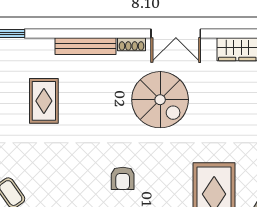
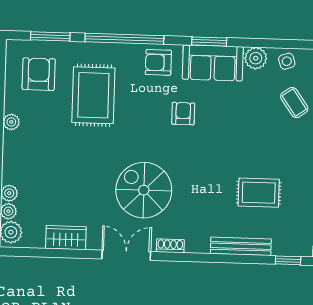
bench: (86, 46) -> (241, 246), moved
rug: (44, 101) -> (259, 193), turned 90

